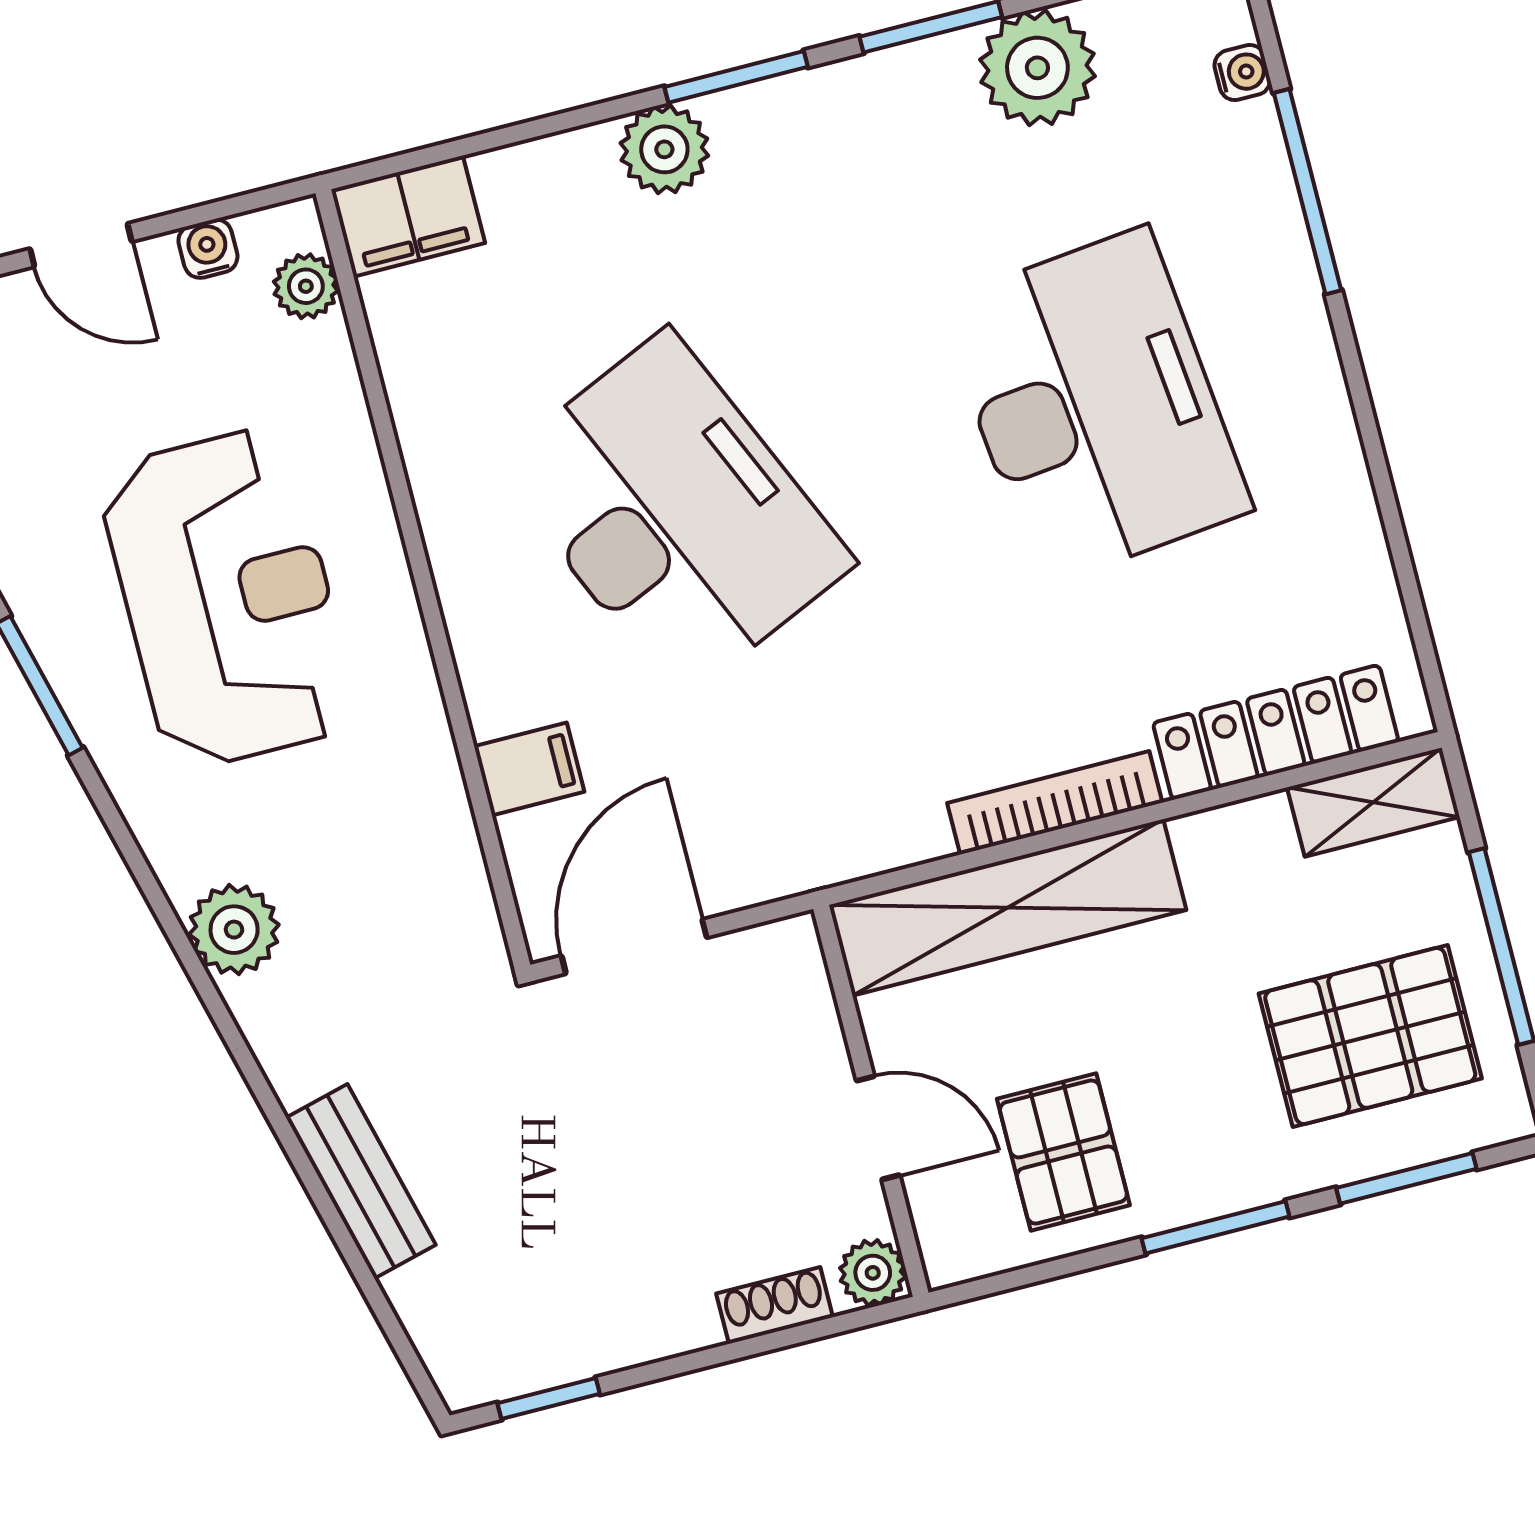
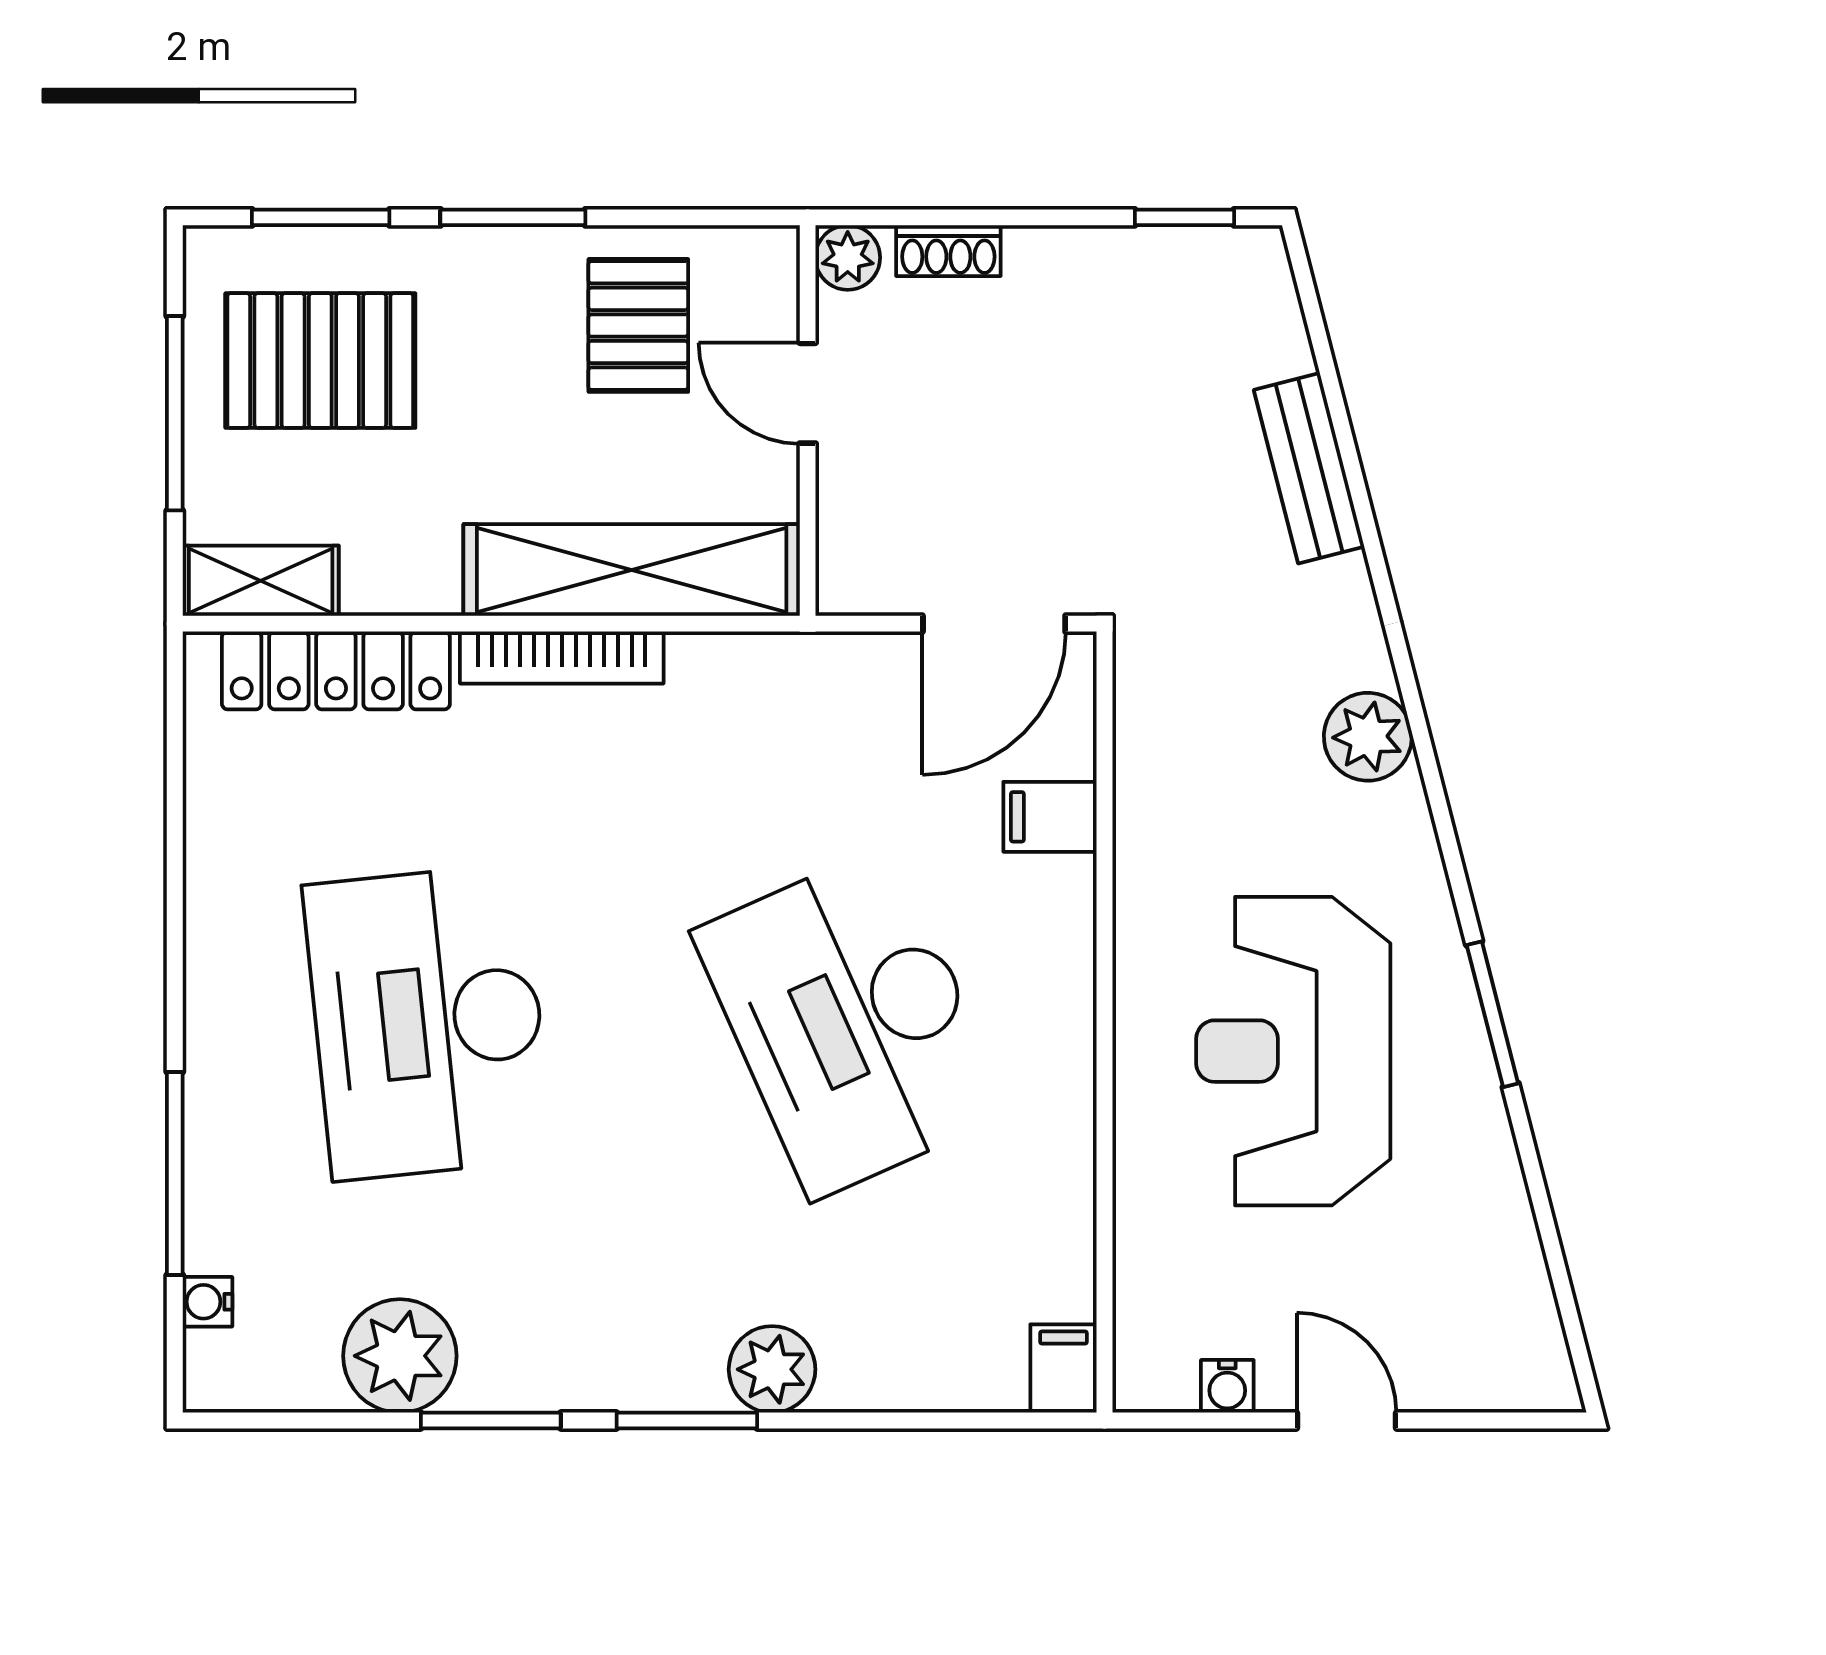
filing cabinet: (408, 216) -> (1063, 1368), width x0.50
plant: (306, 286) -> (1144, 1327), removed

